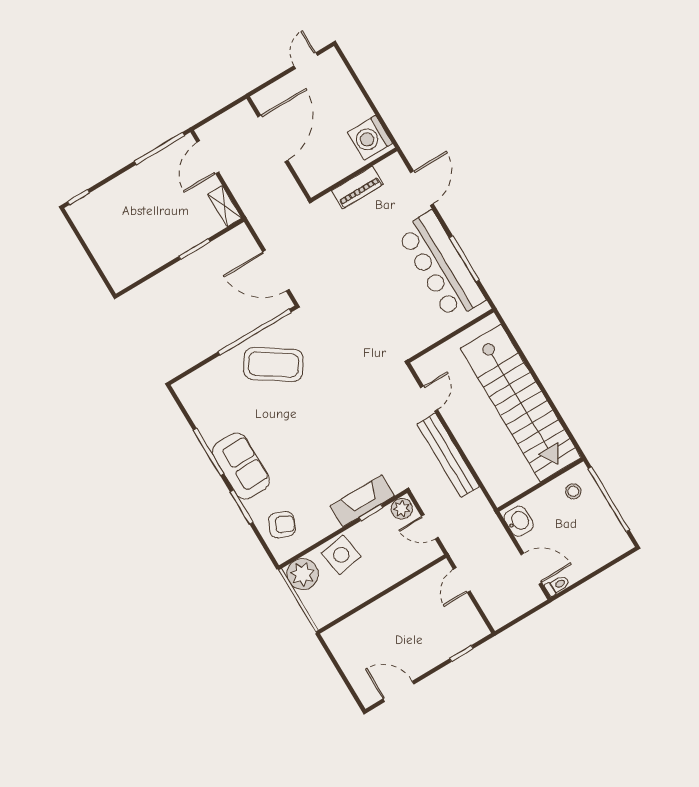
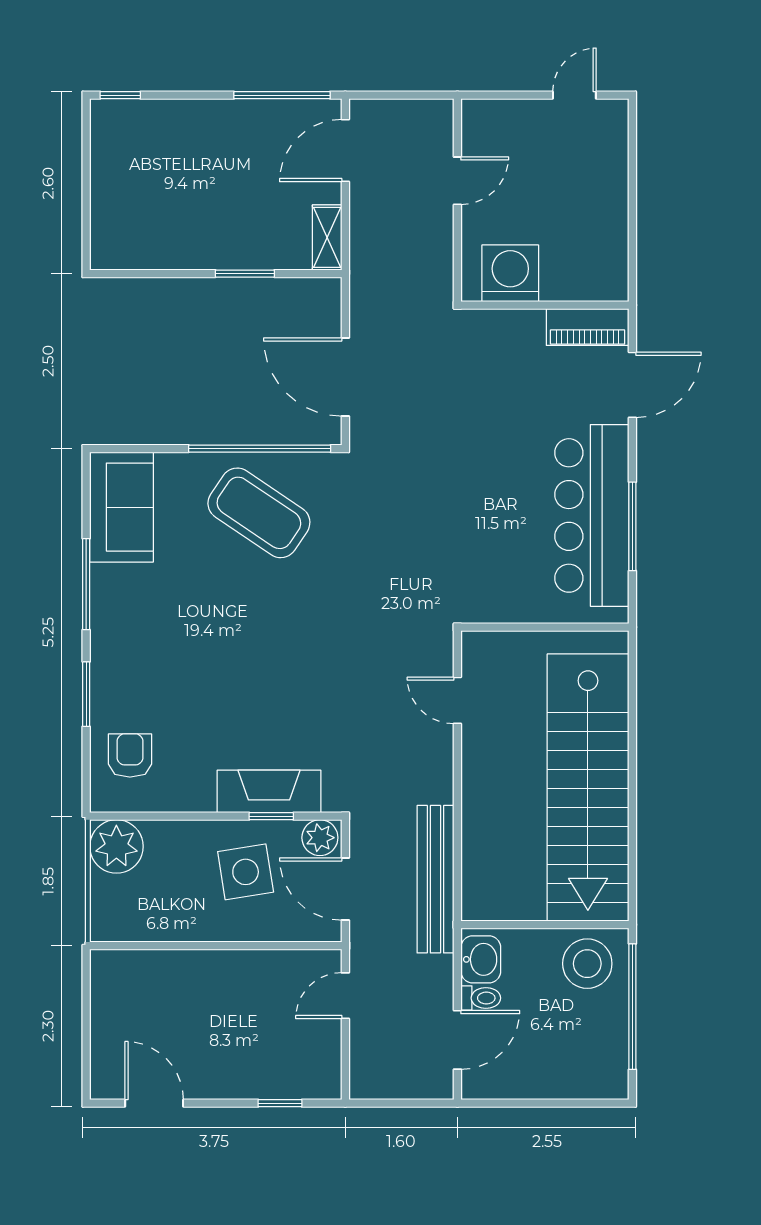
washing machine: (370, 138) -> (510, 273), moved, turned 90
door: (273, 139) -> (457, 181), width x0.53
piano: (357, 187) -> (588, 327), moved
door: (429, 399) -> (457, 700), swing flipped
bench: (448, 455) -> (435, 879), moved
sofa: (241, 466) -> (122, 507), moved
stool: (573, 491) -> (587, 964), width x1.89, depth x1.89
armchair: (282, 525) -> (130, 755), turned -113
door: (430, 527) -> (345, 889), width x1.38
side table: (341, 555) -> (246, 872), moved
door: (531, 569) -> (457, 1040), hinge flipped
toilet: (557, 585) -> (481, 998), moved

